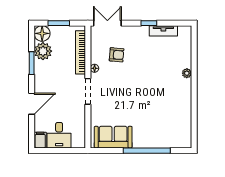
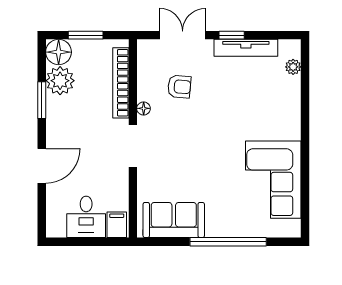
double door: (107, 23) -> (183, 35), moved
tv unit: (163, 31) -> (246, 48), width x1.41
plant: (187, 73) -> (293, 67), moved
corner sofa: (175, 112) -> (273, 180), added
filing cabinet: (40, 140) -> (117, 225), moved

